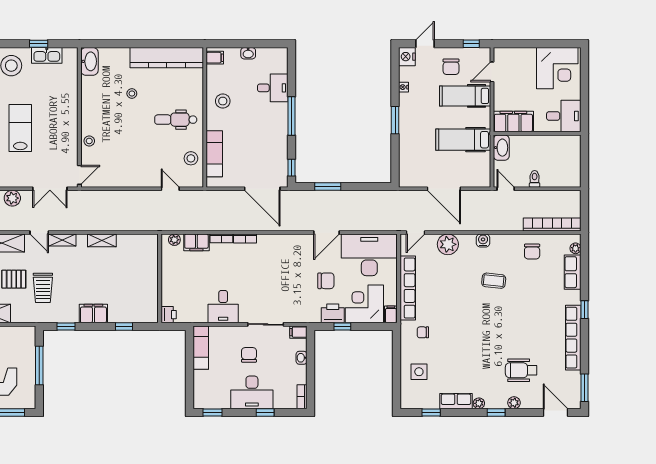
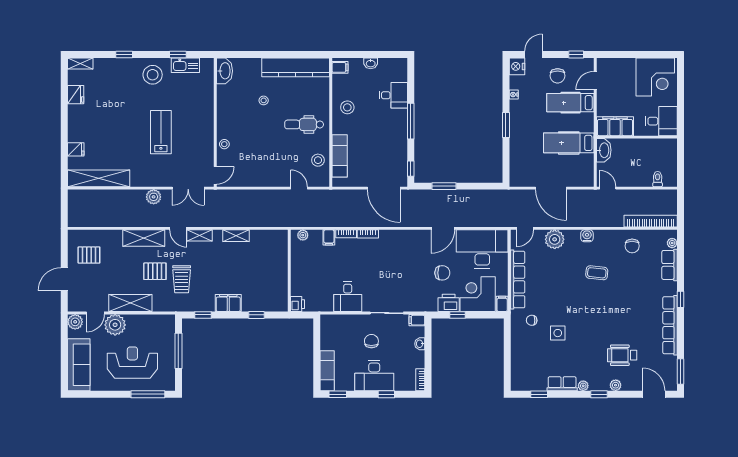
toilet: (535, 179) -> (658, 179), moved
filing cabinet: (196, 242) -> (329, 237), width x0.50
exam couch: (201, 348) -> (327, 371), moved
side table: (419, 372) -> (558, 333), moved

